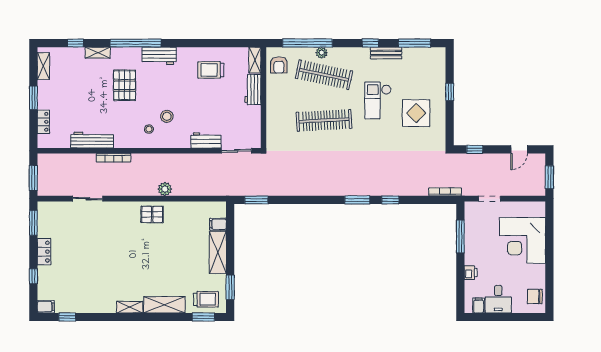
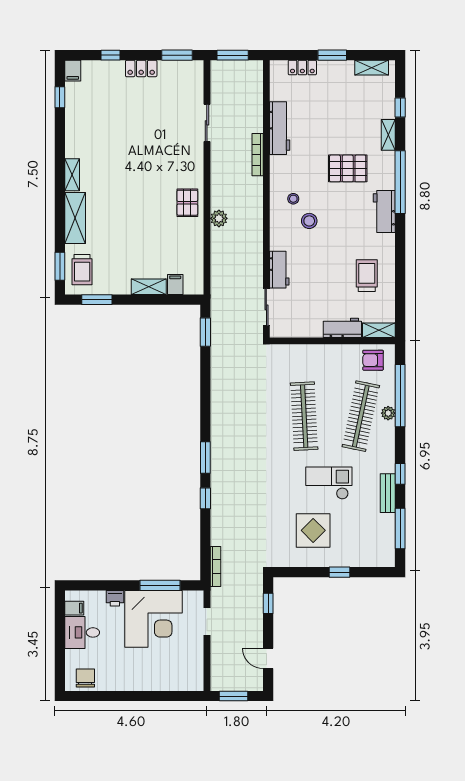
corner desk: (522, 240) -> (154, 619), moved, turned 180
shelving: (218, 253) -> (149, 287), width x0.67, depth x0.75

